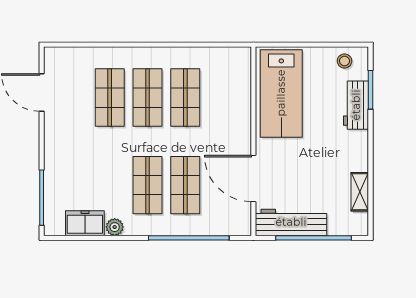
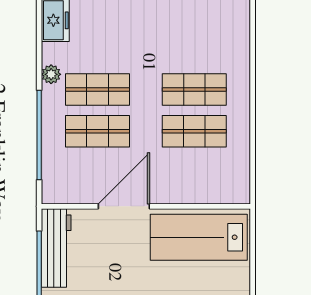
shop shelf: (110, 97) -> (194, 48), removed
door: (253, 178) -> (124, 206), moved
plant: (115, 227) -> (51, 74), moved

